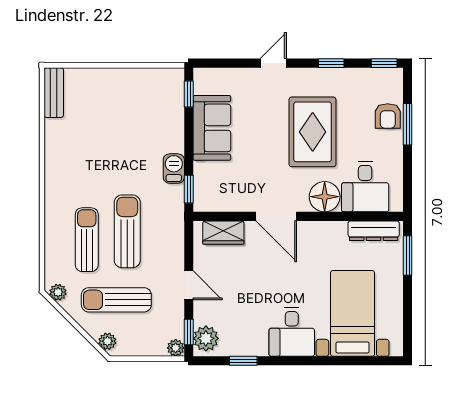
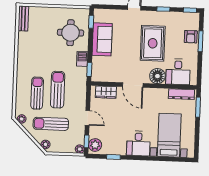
round table: (149, 117) -> (71, 33), added

